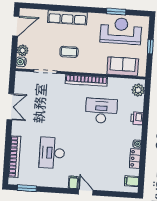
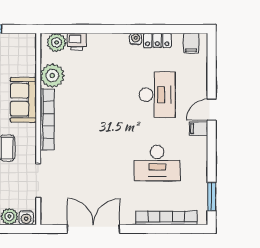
sofa: (123, 67) -> (23, 100), moved
plant: (116, 86) -> (52, 76), added
double door: (10, 107) -> (93, 229), width x1.37
desk: (101, 111) -> (157, 95), moved, turned 180
printer: (137, 118) -> (77, 42), moved

